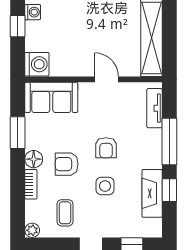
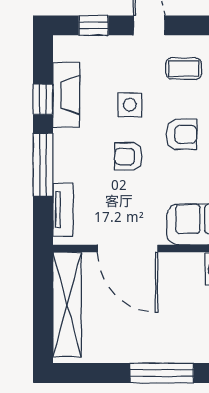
door: (107, 79) -> (128, 249), width x1.87
armchair: (106, 148) -> (128, 156), turned -90
coffee table: (65, 213) -> (184, 69), turned 90

